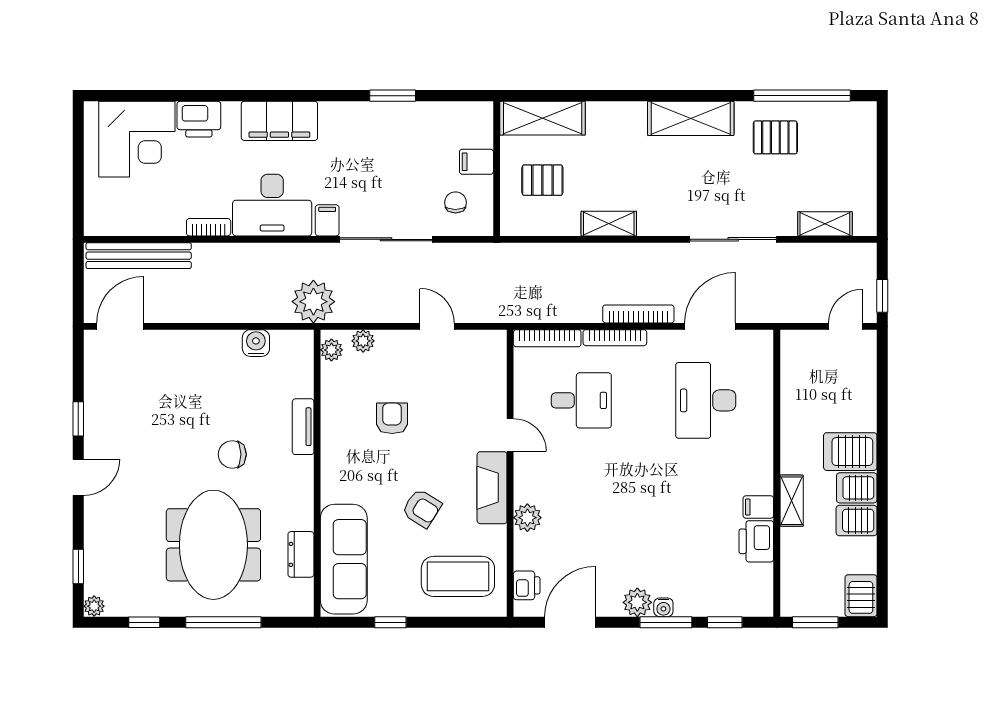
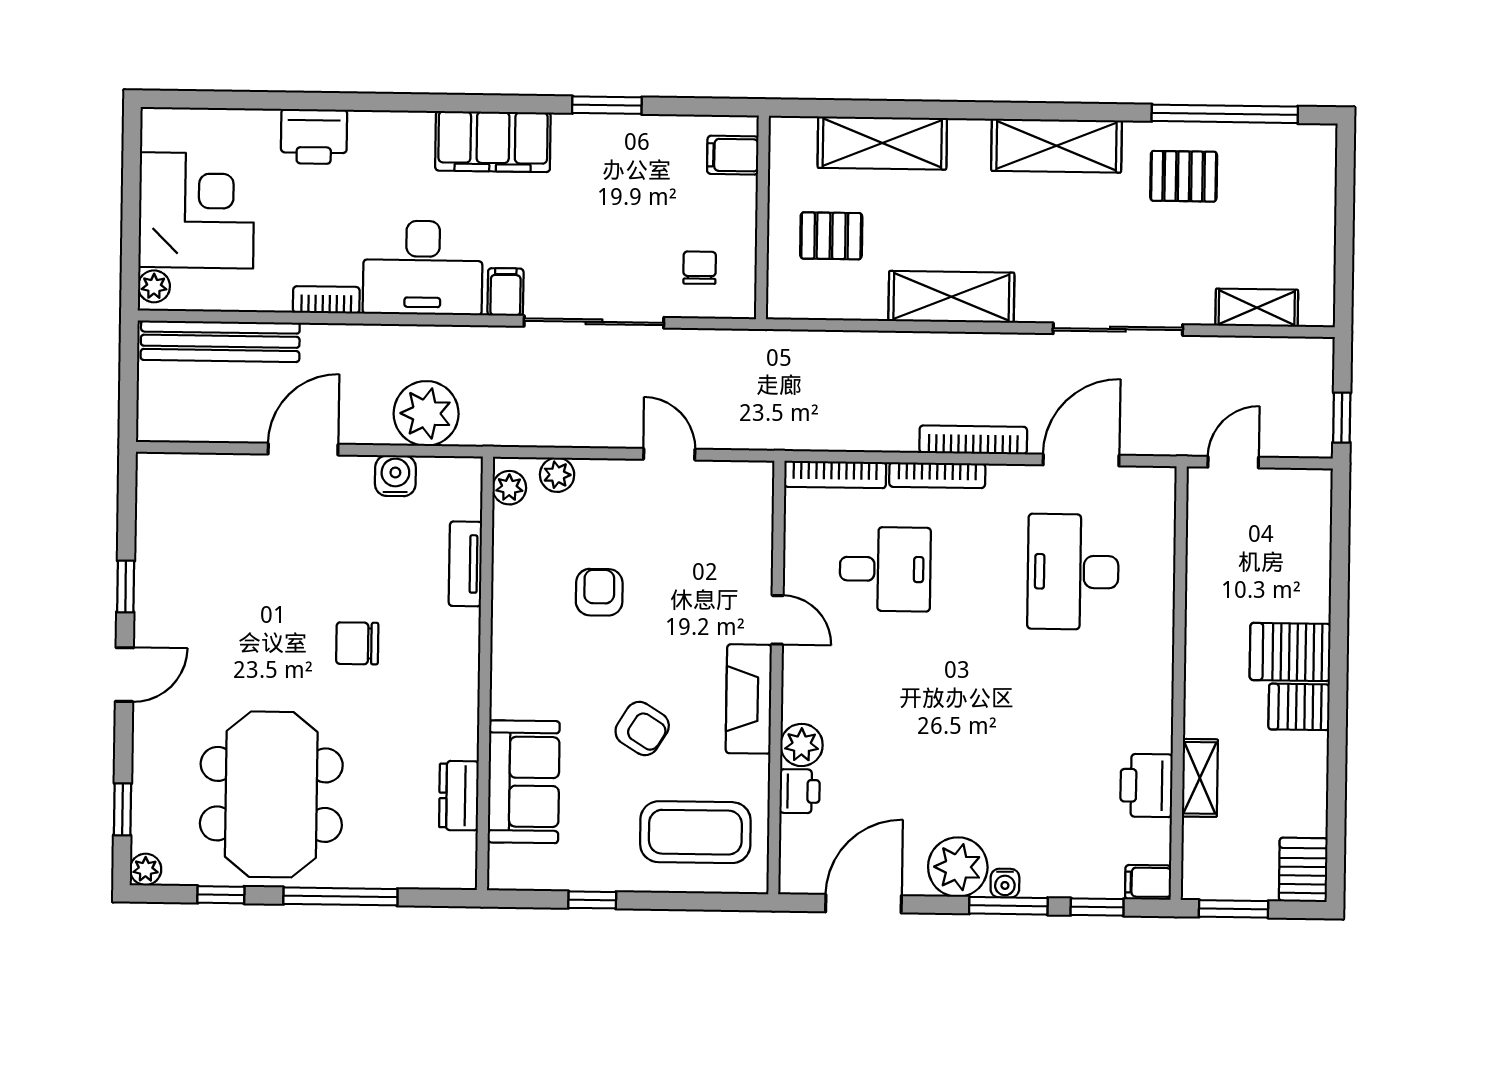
shelving: (543, 118) -> (882, 143), moved
filing cabinet: (279, 121) -> (493, 142), moved
corner desk: (137, 139) -> (197, 210), moved, turned -90
filing cabinet: (476, 162) -> (733, 155), moved
plant: (94, 220) -> (154, 286), added
shelving: (609, 224) -> (951, 297), width x1.50, depth x1.33
plant: (313, 302) -> (426, 413), moved
door: (120, 326) -> (303, 449), moved
door: (846, 326) -> (1233, 462), moved
tv unit: (303, 427) -> (465, 564), moved
shelving: (792, 501) -> (1200, 778), moved
filing cabinet: (758, 507) -> (1148, 882), moved
server rack: (857, 521) -> (1298, 756), removed
meeting table: (213, 545) -> (271, 794), moved
sofa: (344, 559) -> (524, 782), width x0.73
printer: (527, 585) -> (800, 791), moved
plant: (637, 602) -> (958, 867), width x1.36, depth x1.36

